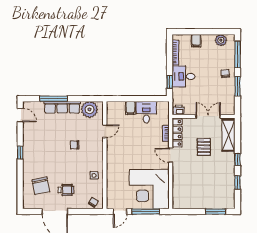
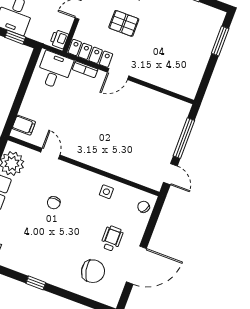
filing cabinet: (130, 108) -> (24, 125), moved
desk: (146, 112) -> (55, 70), moved, turned 90
corner desk: (149, 189) -> (154, 122), removed

